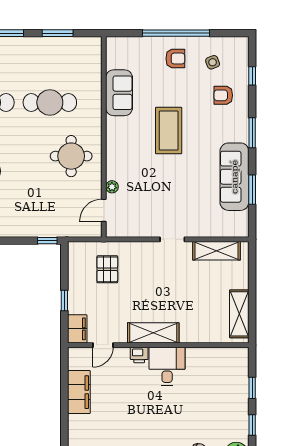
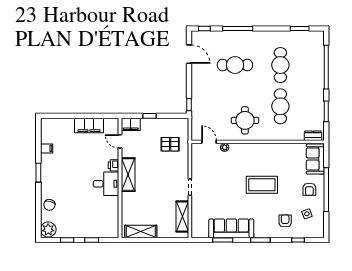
dresser: (94, 53) -> (313, 136), added
sofa: (119, 93) -> (315, 159), moved, turned 90

